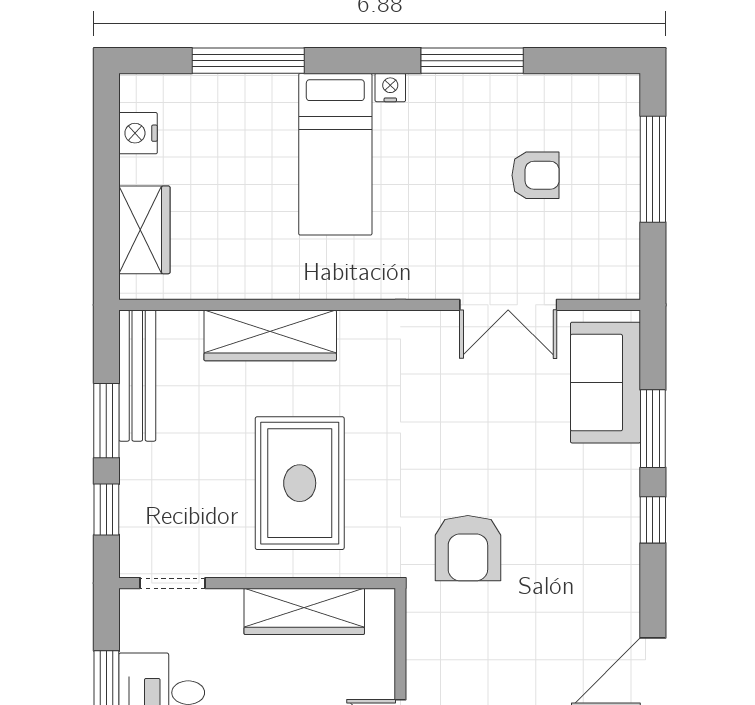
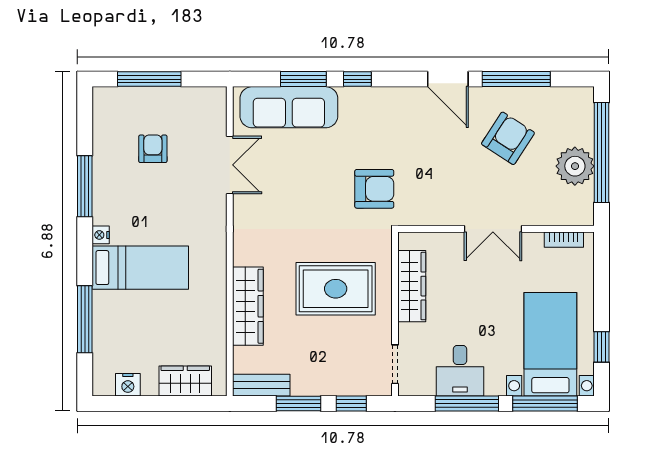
bench: (137, 376) -> (261, 385), width x0.73
sofa: (606, 383) -> (289, 107), width x1.36

